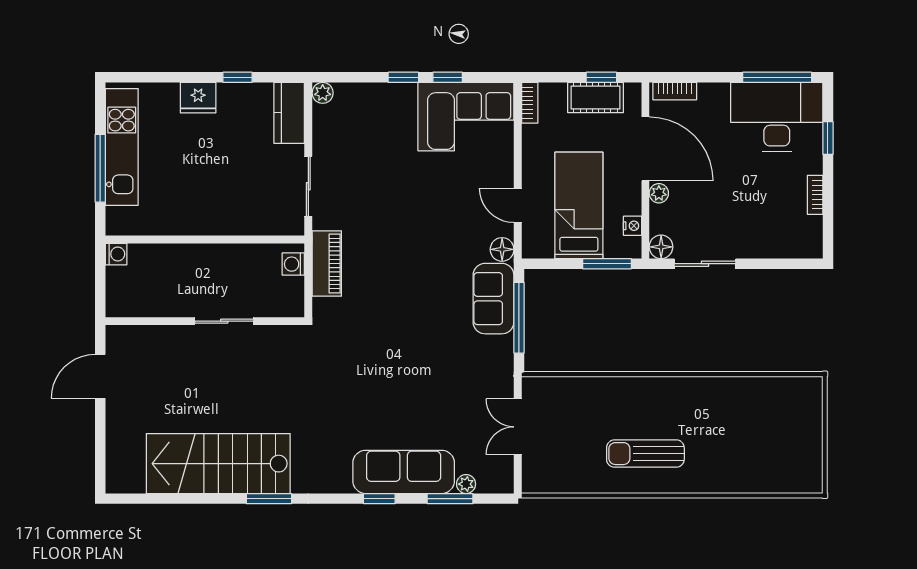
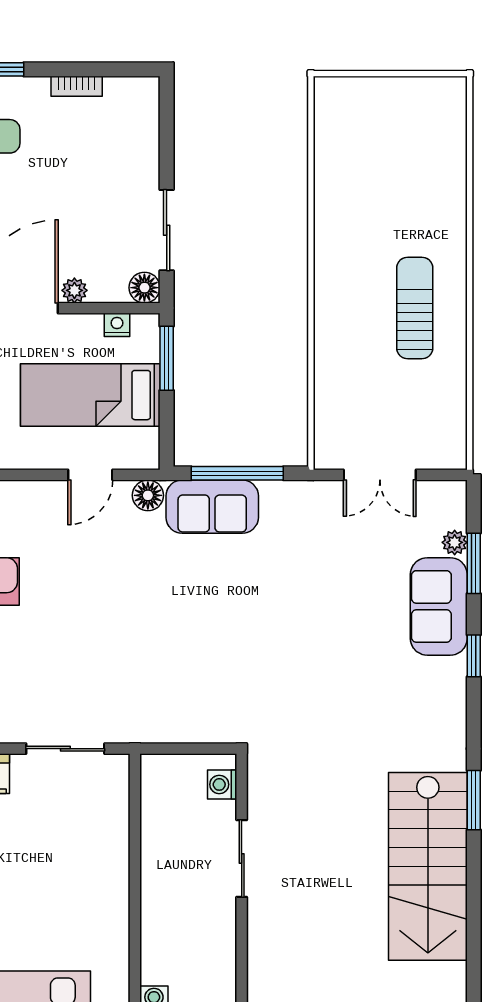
washing machine: (293, 264) -> (222, 784), moved, turned 90
piano: (327, 264) -> (166, 725), removed
sun lounger: (645, 454) -> (415, 308), turned 180
sofa: (404, 472) -> (439, 606), width x0.73

